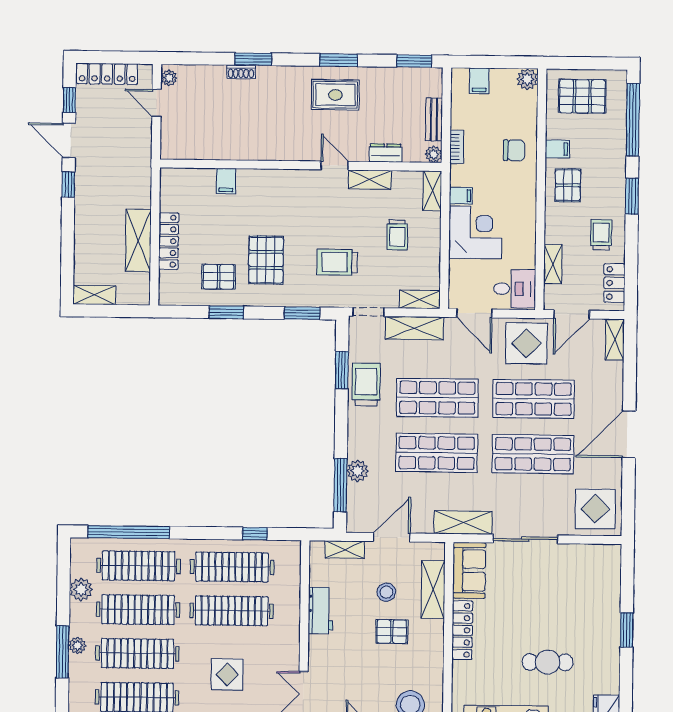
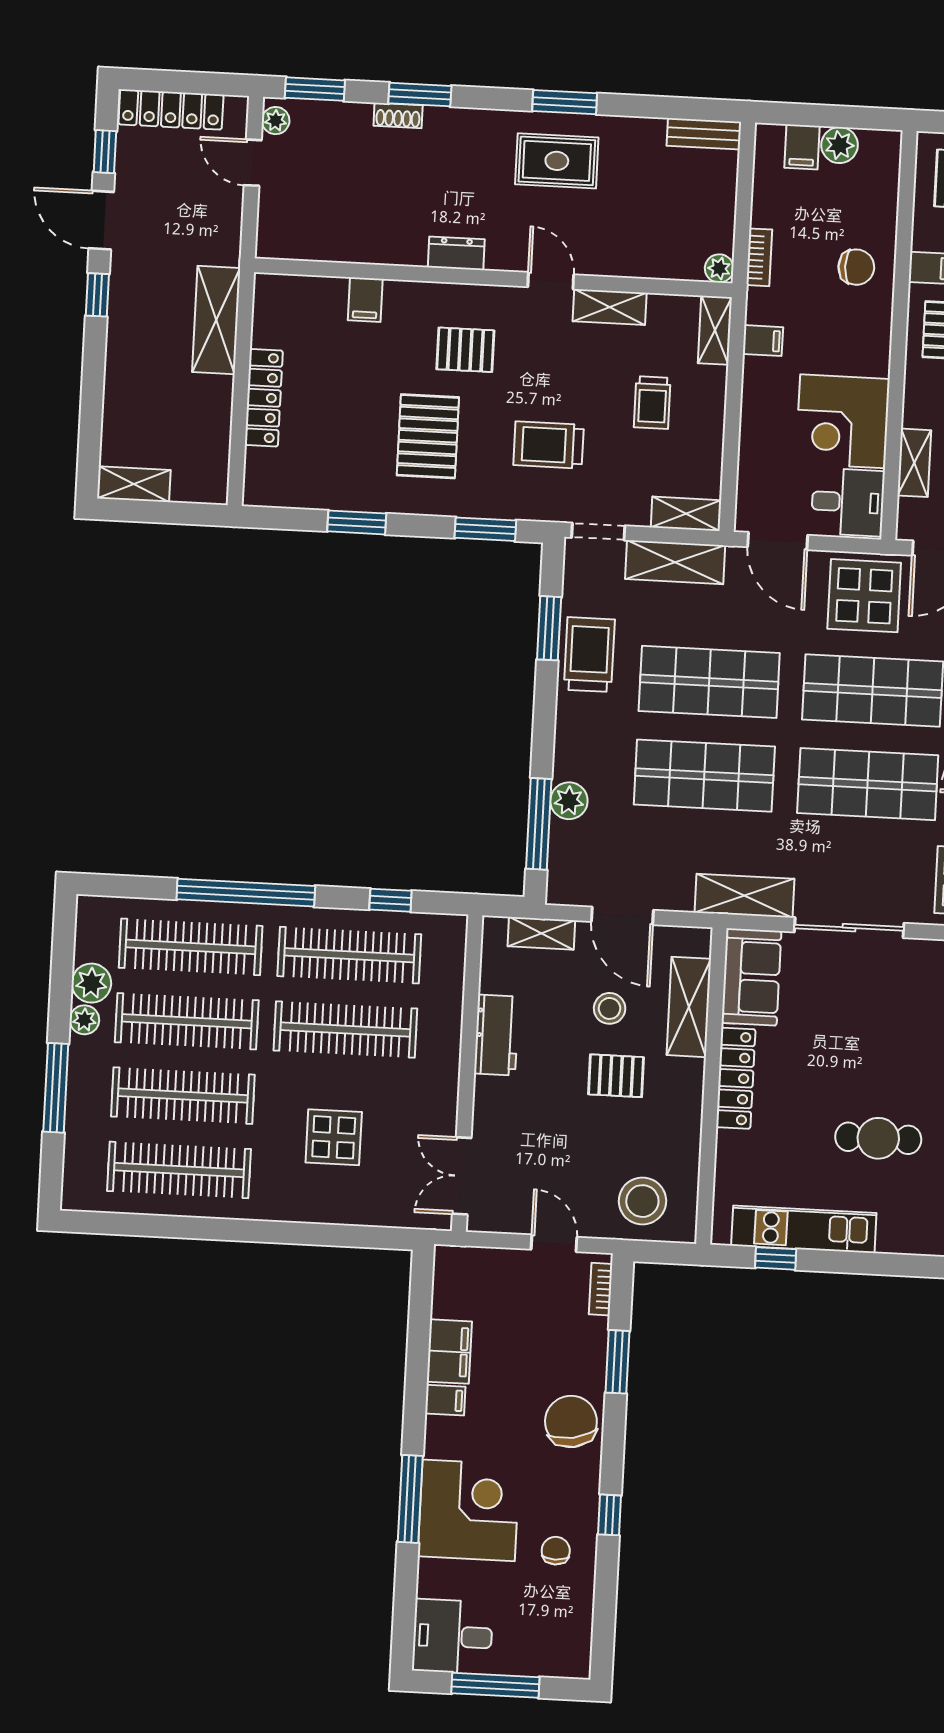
window: (414, 61) -> (315, 89), moved
plant: (527, 79) -> (840, 145), moved
bench: (434, 119) -> (704, 134), moved, turned 90
dresser: (385, 153) -> (456, 253), moved
corner desk: (475, 232) -> (843, 421), moved, turned 180
shelving: (138, 240) -> (216, 320), moved
pallet: (219, 277) -> (465, 350), moved
window: (129, 532) -> (246, 893), moved
door: (392, 537) -> (622, 916), swing flipped
plant: (77, 646) -> (84, 1020), moved

